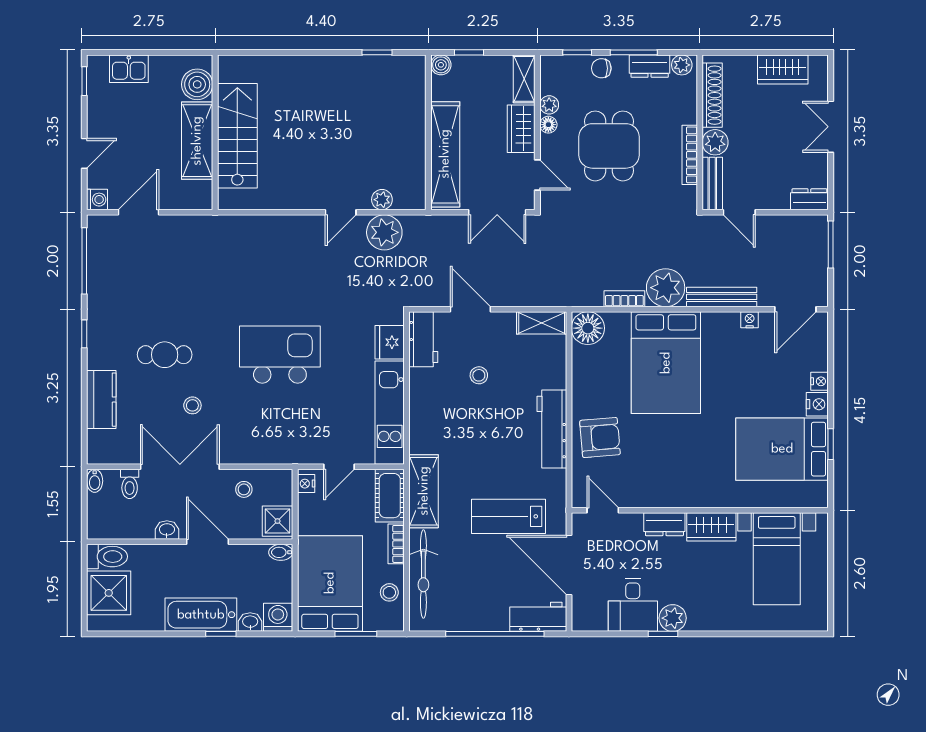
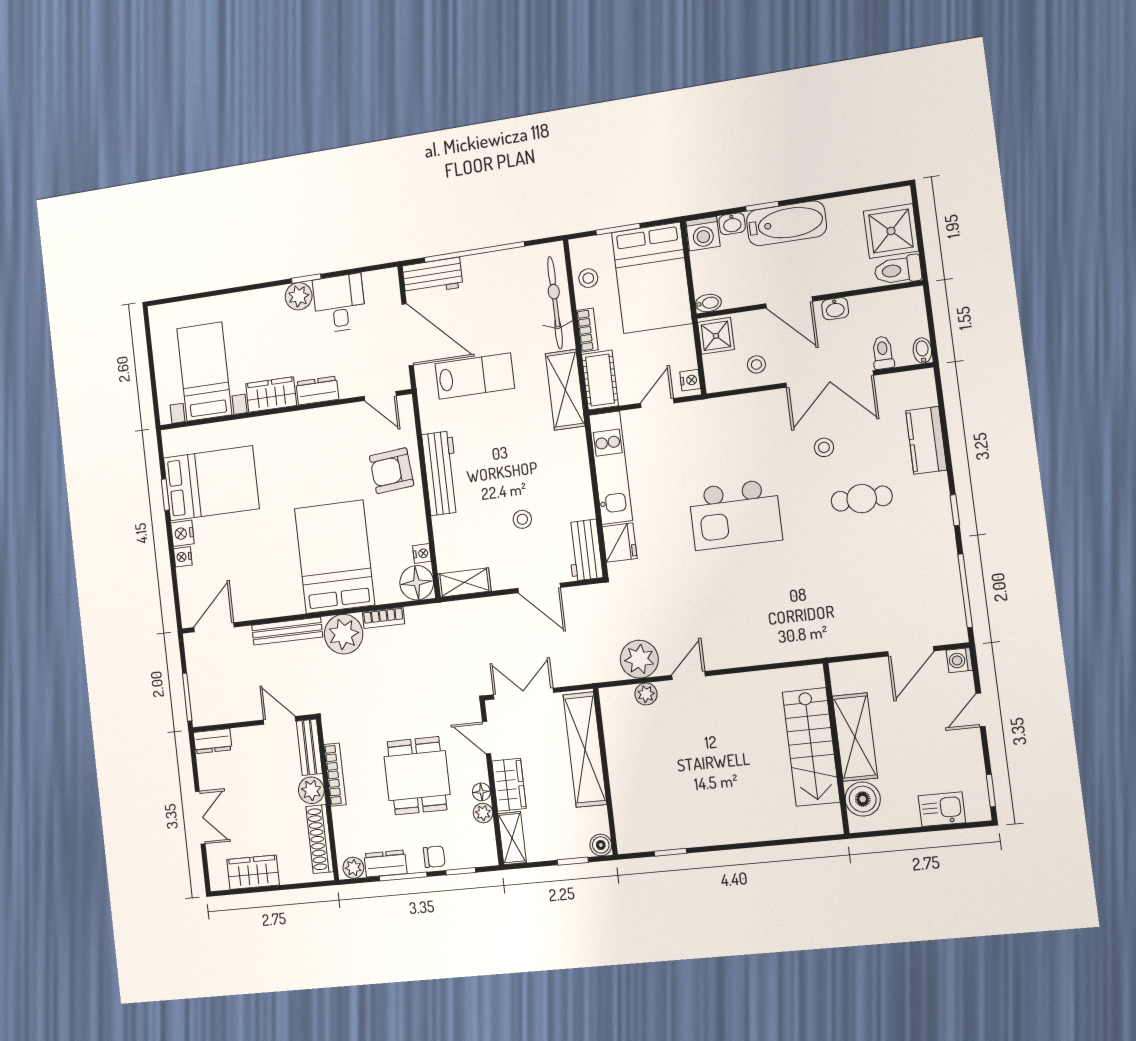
nightstand: (750, 320) -> (422, 553), moved, turned -90

